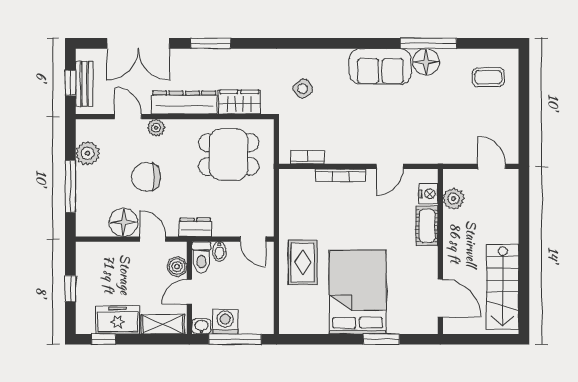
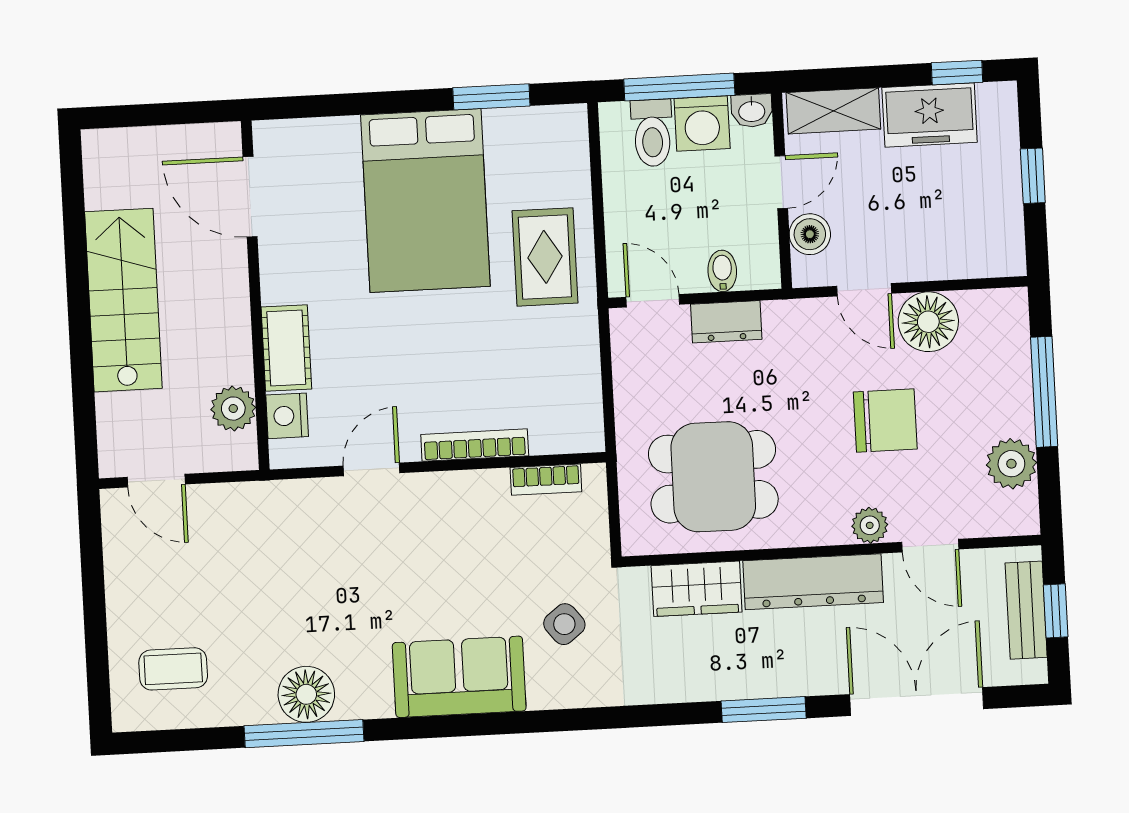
sofa: (380, 66) -> (459, 677), moved
dresser: (195, 227) -> (726, 322), moved
toilet: (201, 257) -> (652, 133), moved, turned 180
stairs: (503, 287) -> (123, 300), moved
window: (381, 339) -> (491, 97), moved

